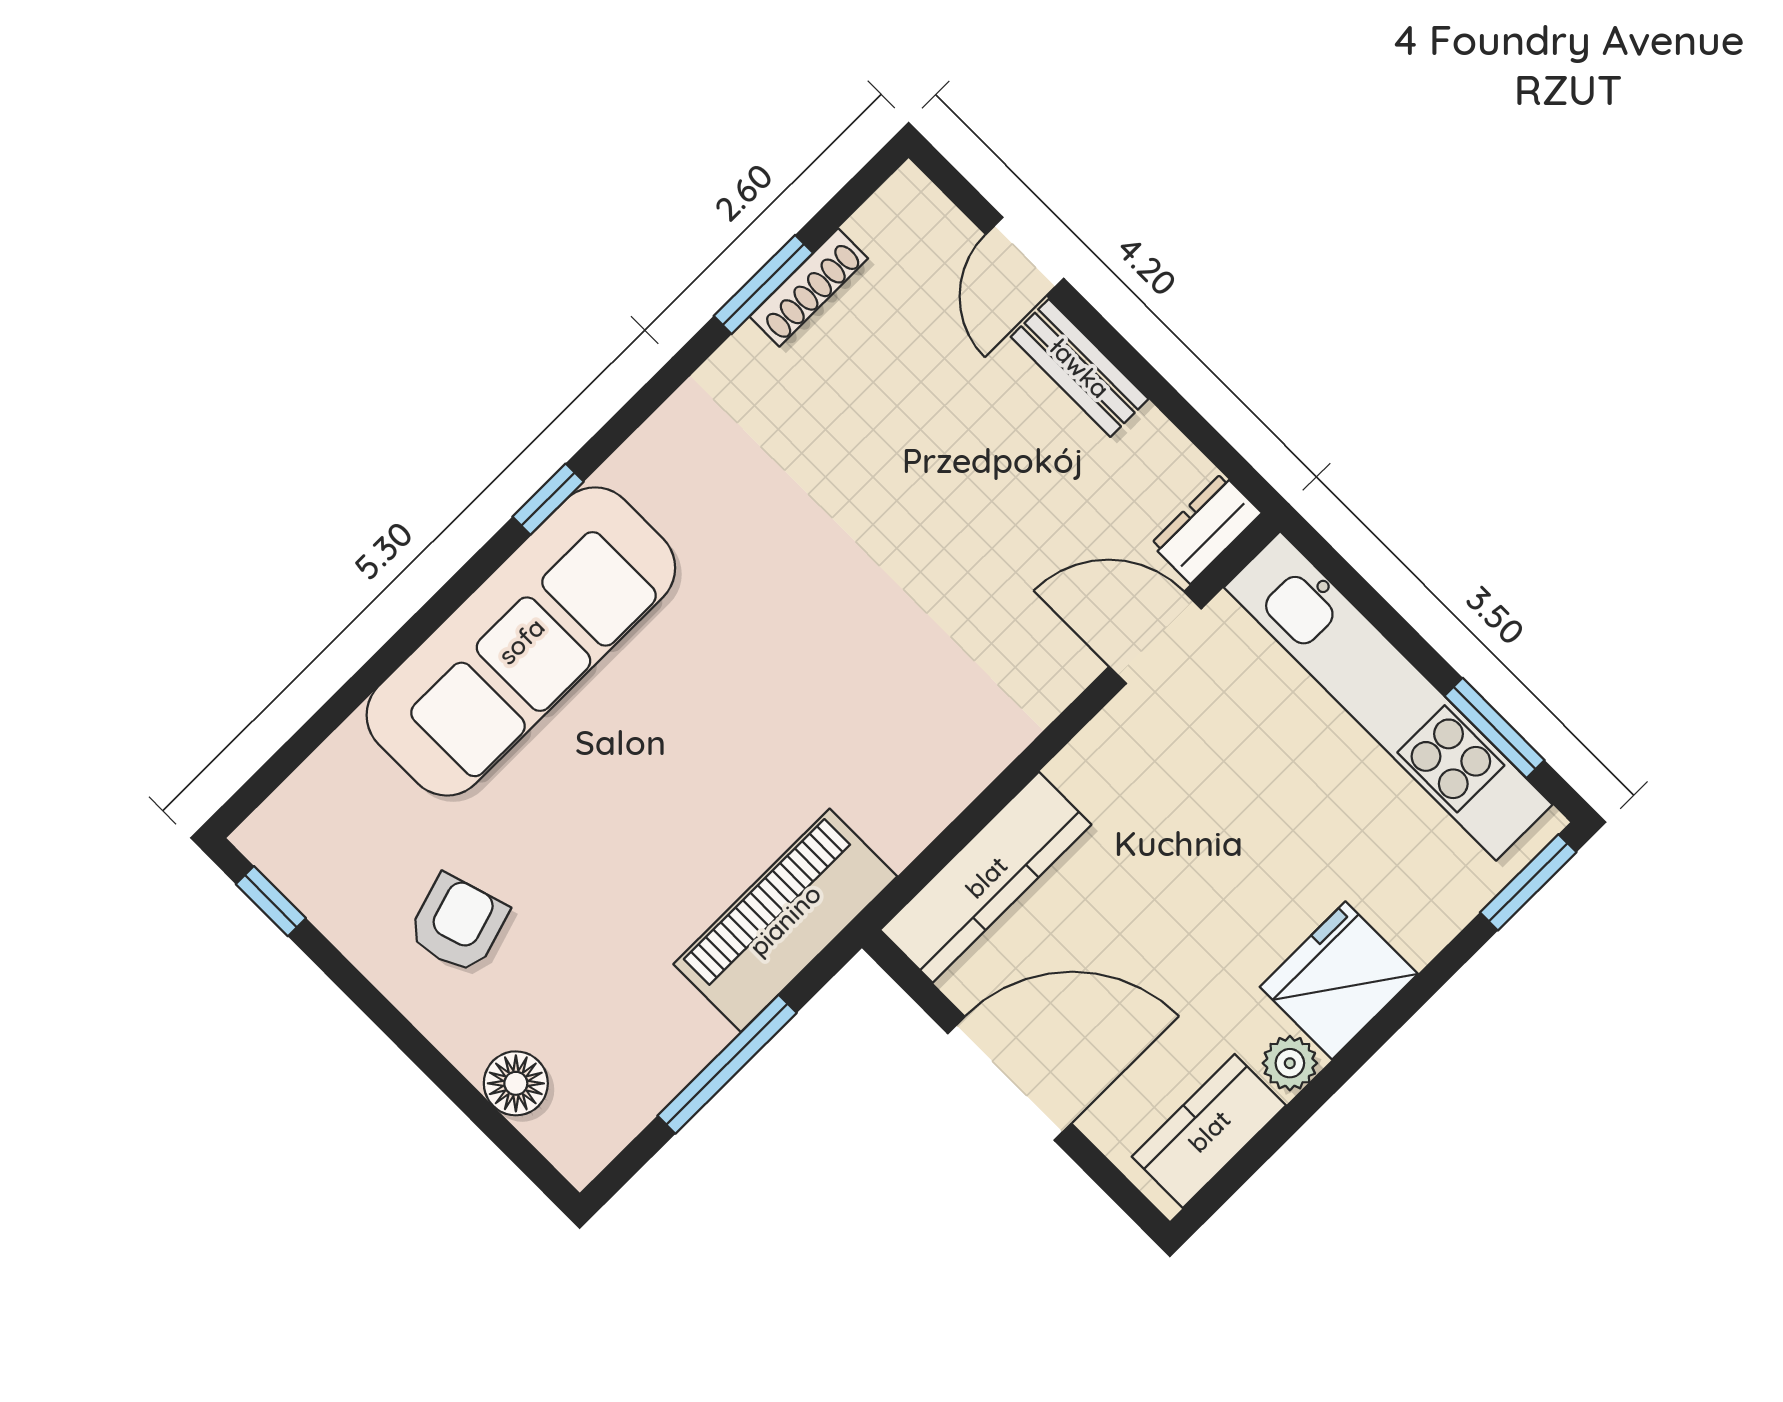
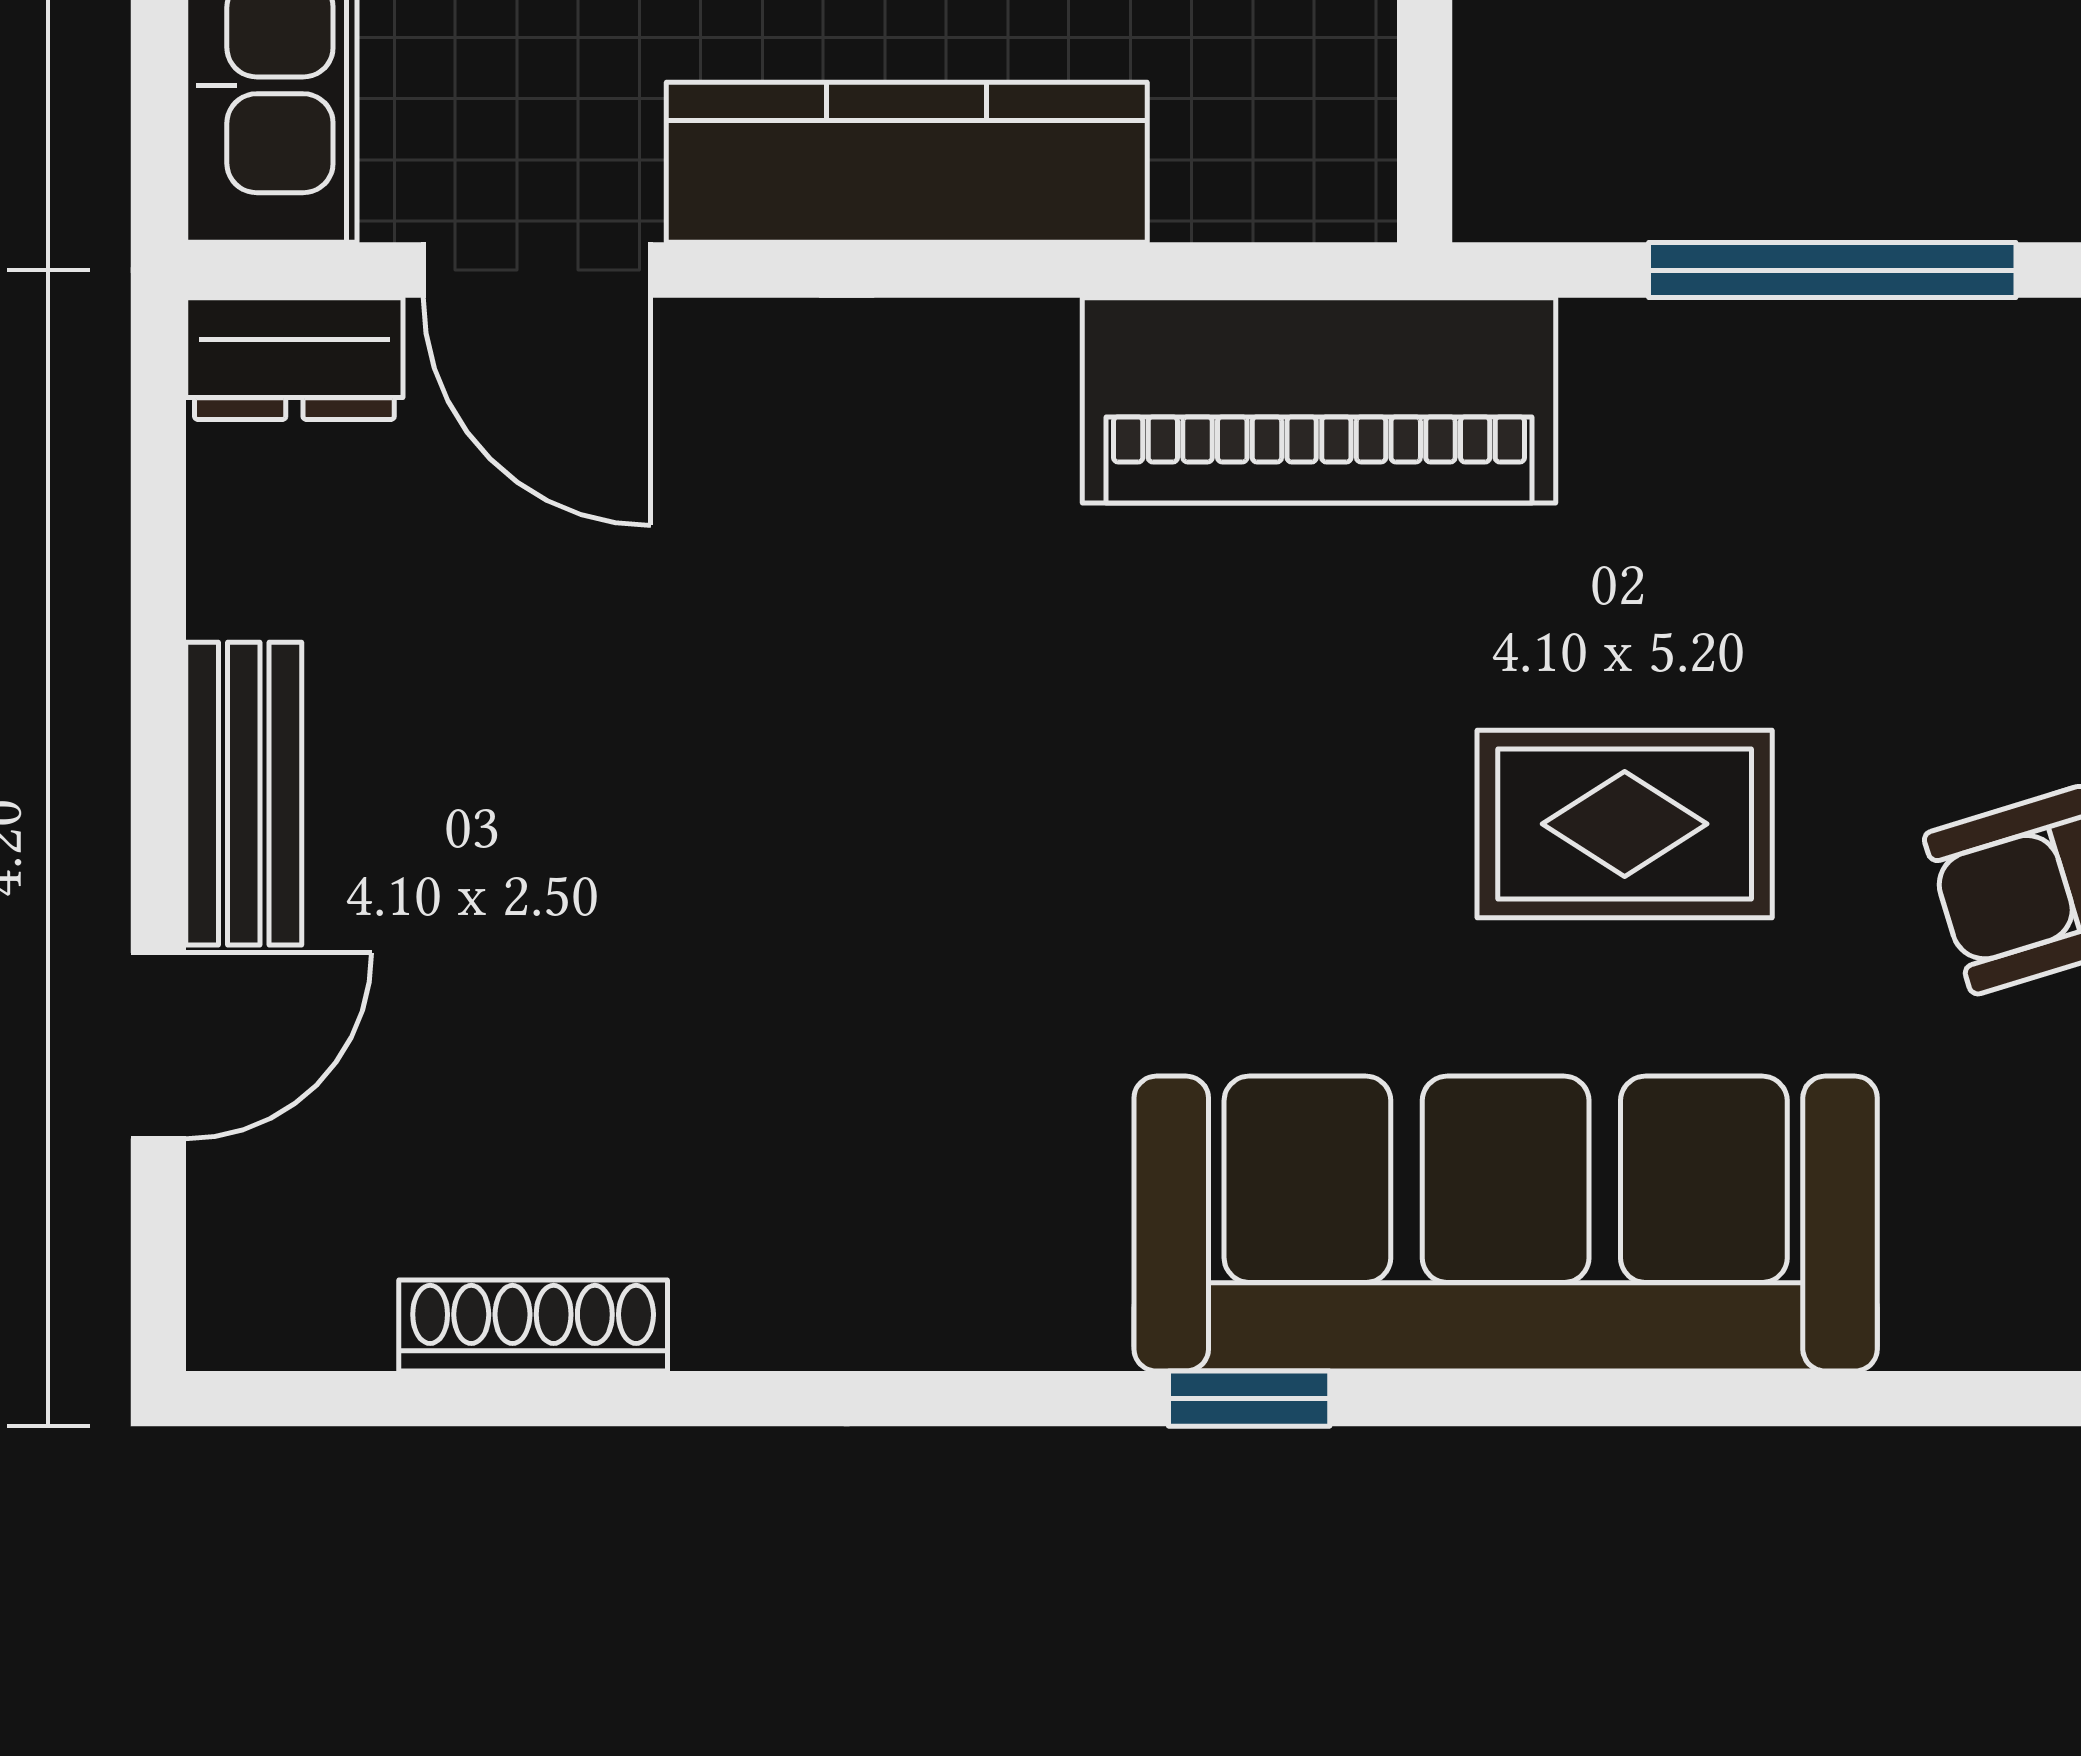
window: (763, 284) -> (597, 1399), removed
rug: (613, 813) -> (1625, 824), added
kitchen counter: (986, 877) -> (907, 162), moved
piano: (785, 920) -> (1319, 400), moved

